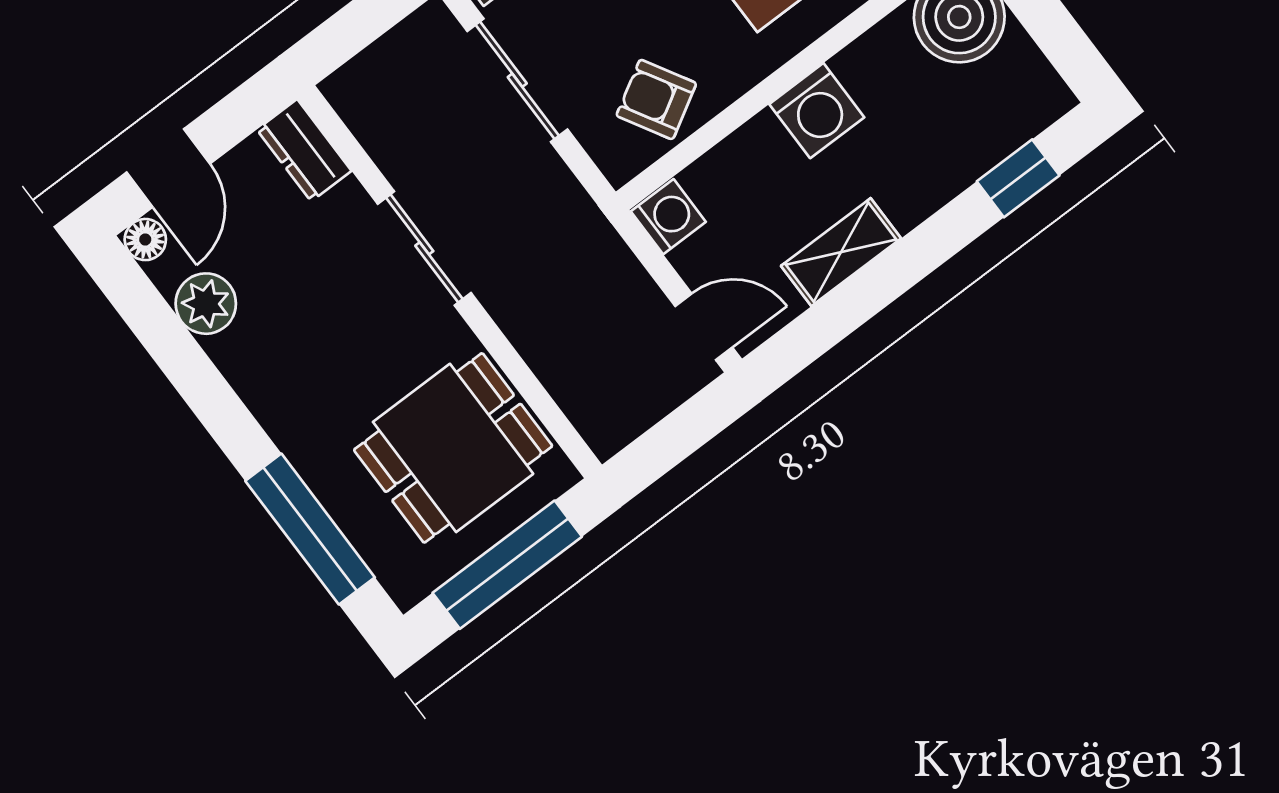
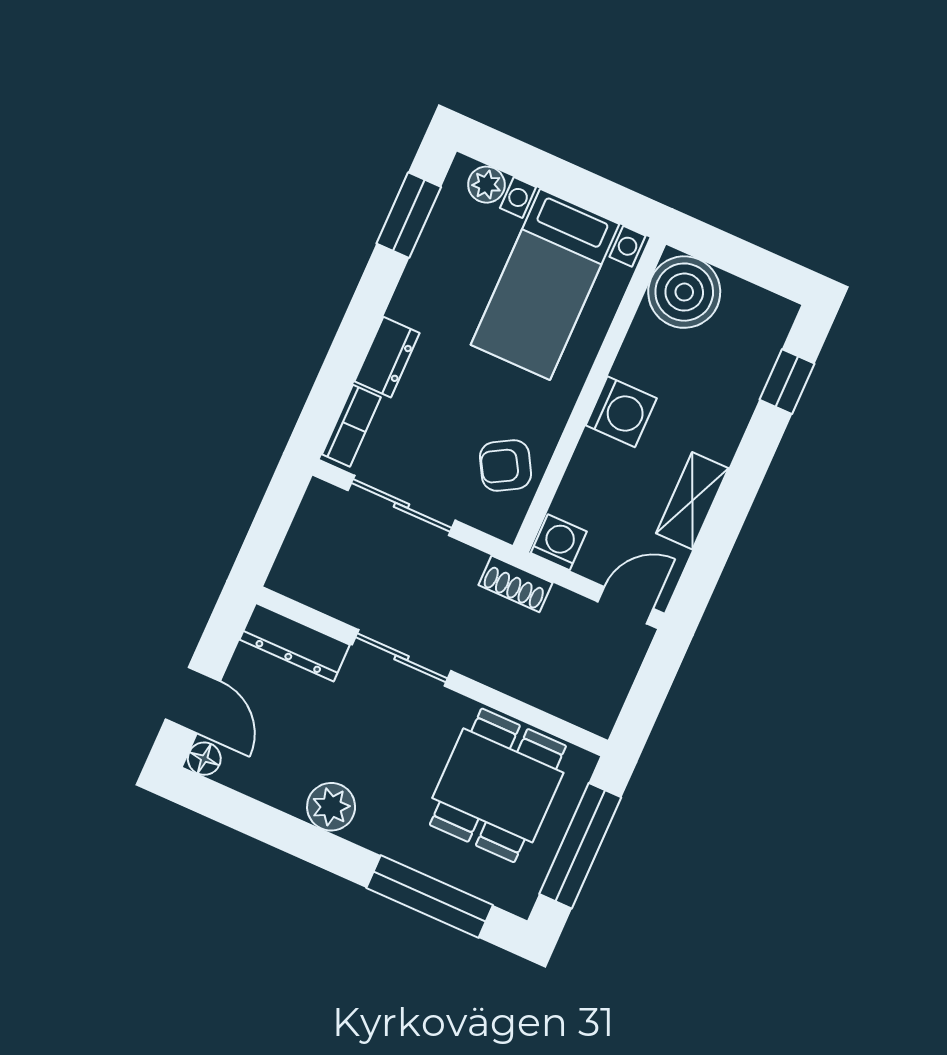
dresser: (304, 150) -> (295, 642), width x1.44
shoe rack: (595, 236) -> (516, 584), added
plant: (206, 304) -> (331, 807), moved

